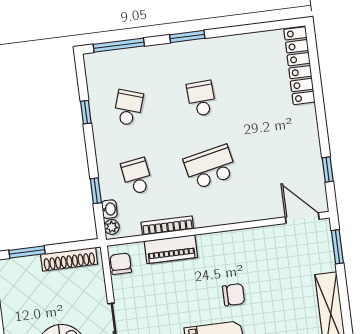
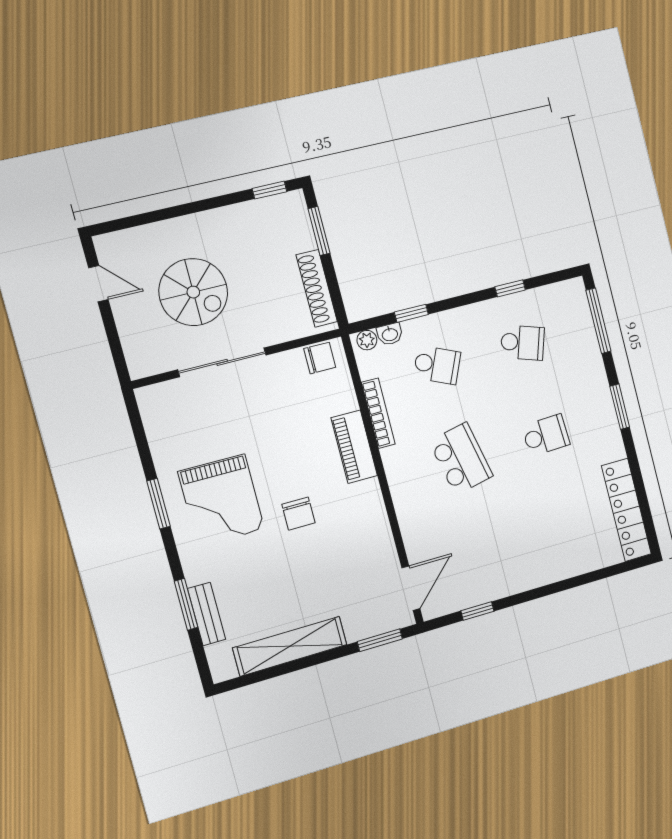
locker: (299, 66) -> (626, 510), moved, turned -90
school desk: (137, 176) -> (437, 365), turned 33
piano: (171, 249) -> (354, 447), moved

